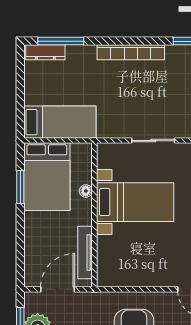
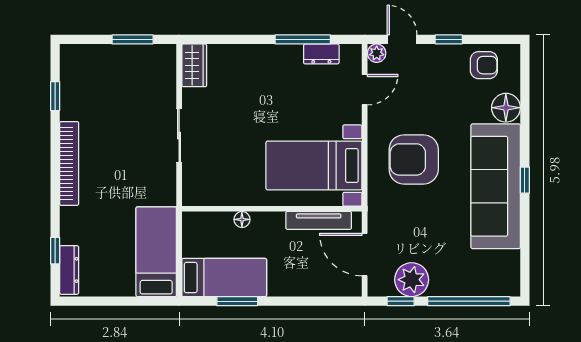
window: (61, 41) -> (55, 251), width x0.46
bed: (47, 177) -> (224, 278), width x0.67
bed with nightstands: (135, 202) -> (314, 166), moved, turned -90

